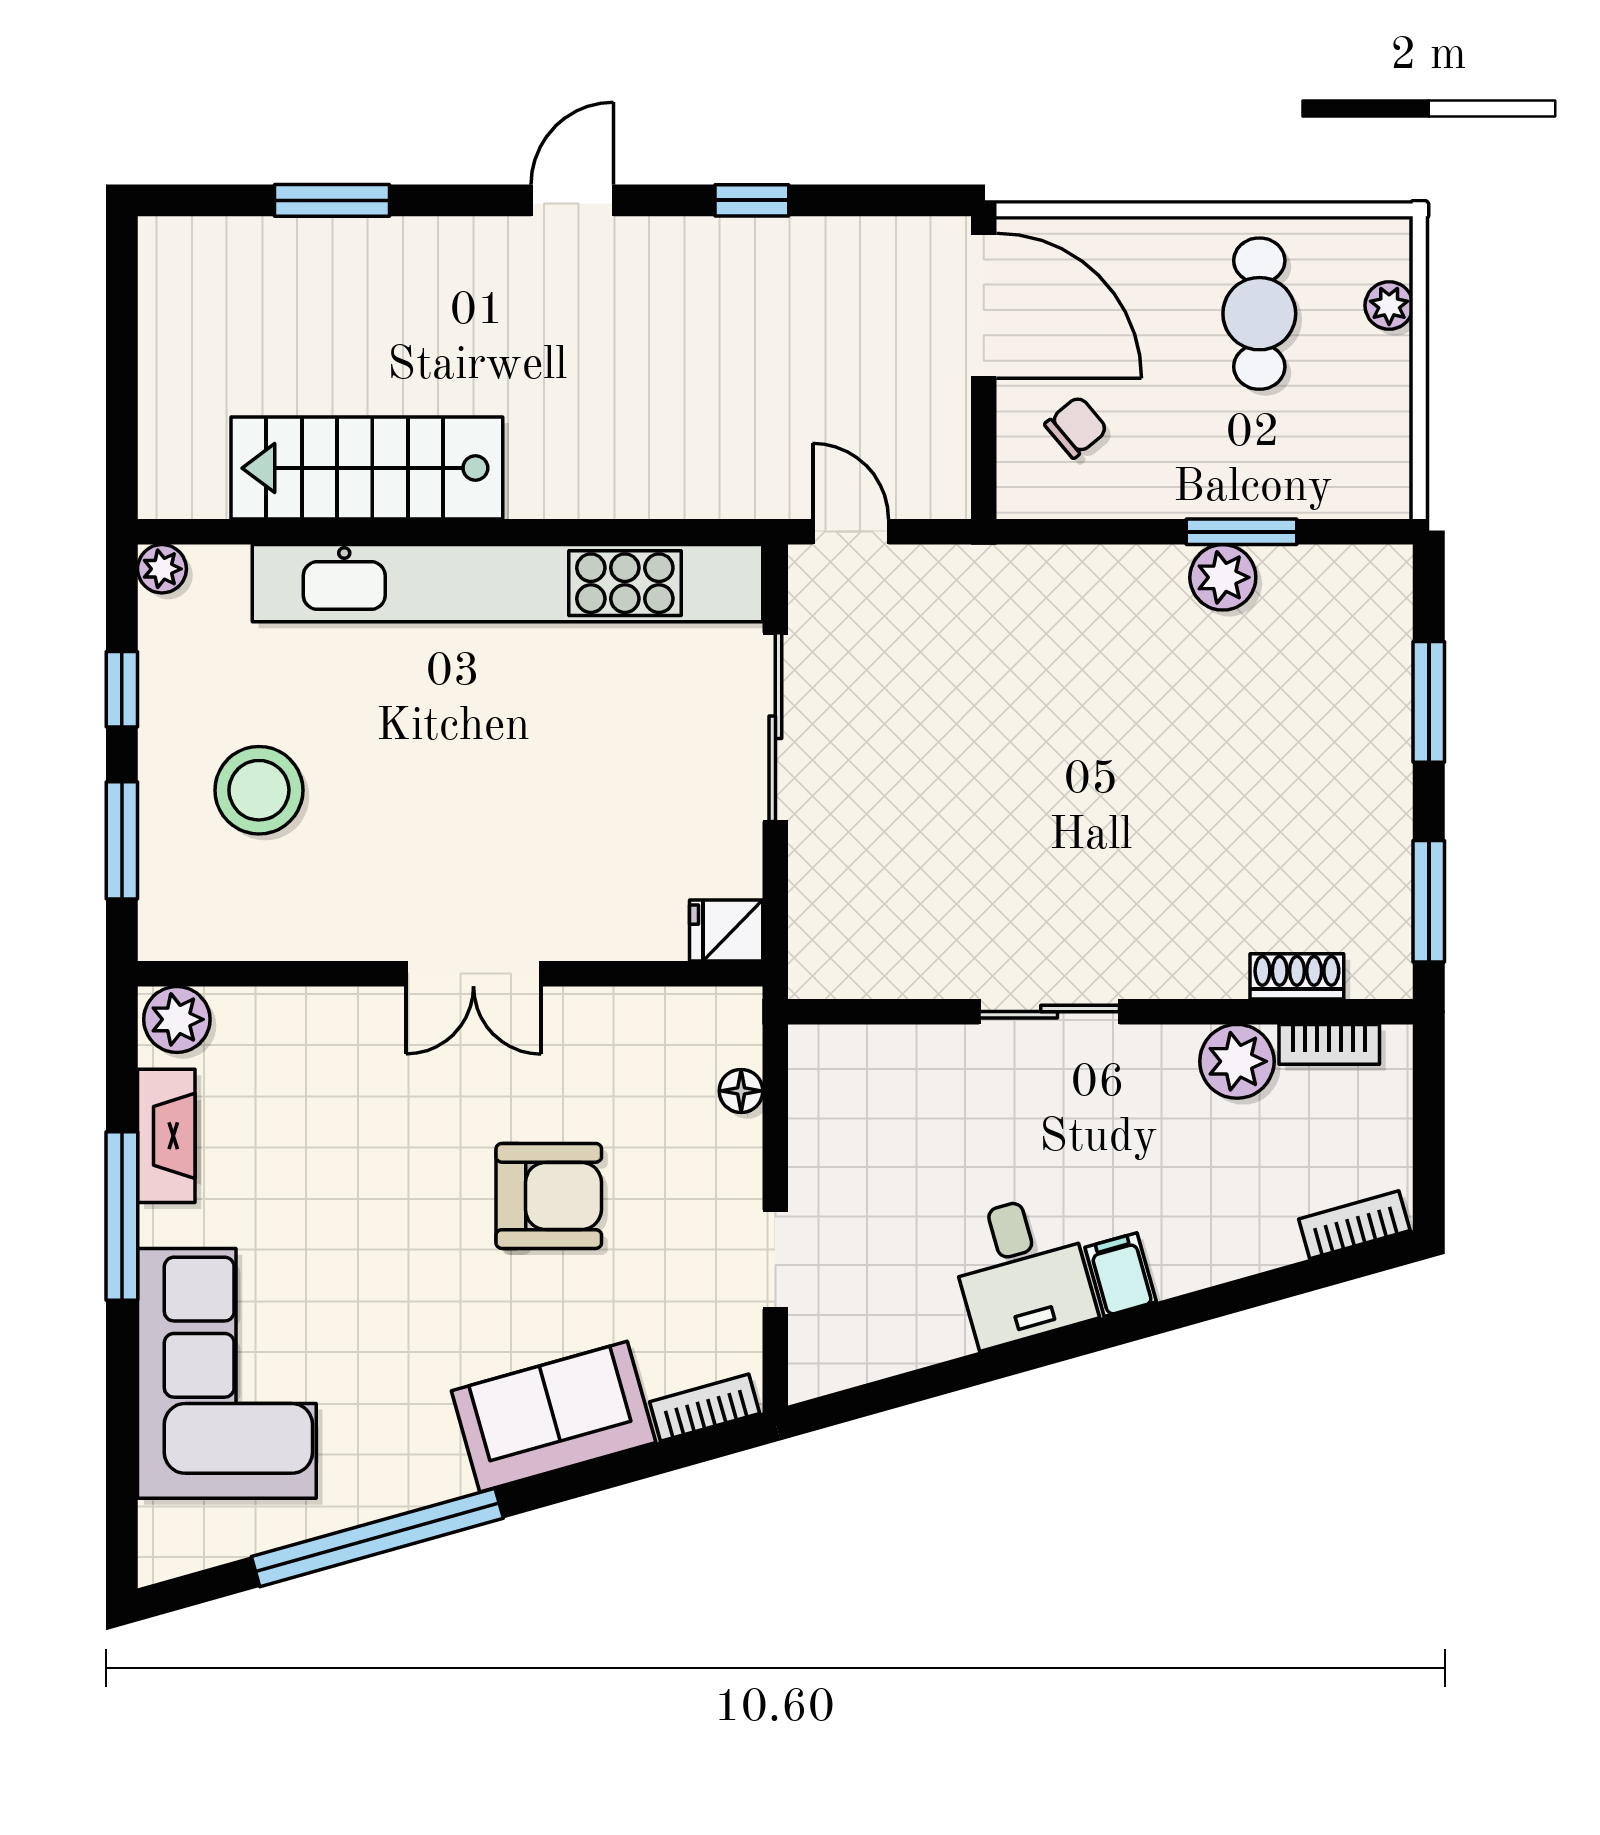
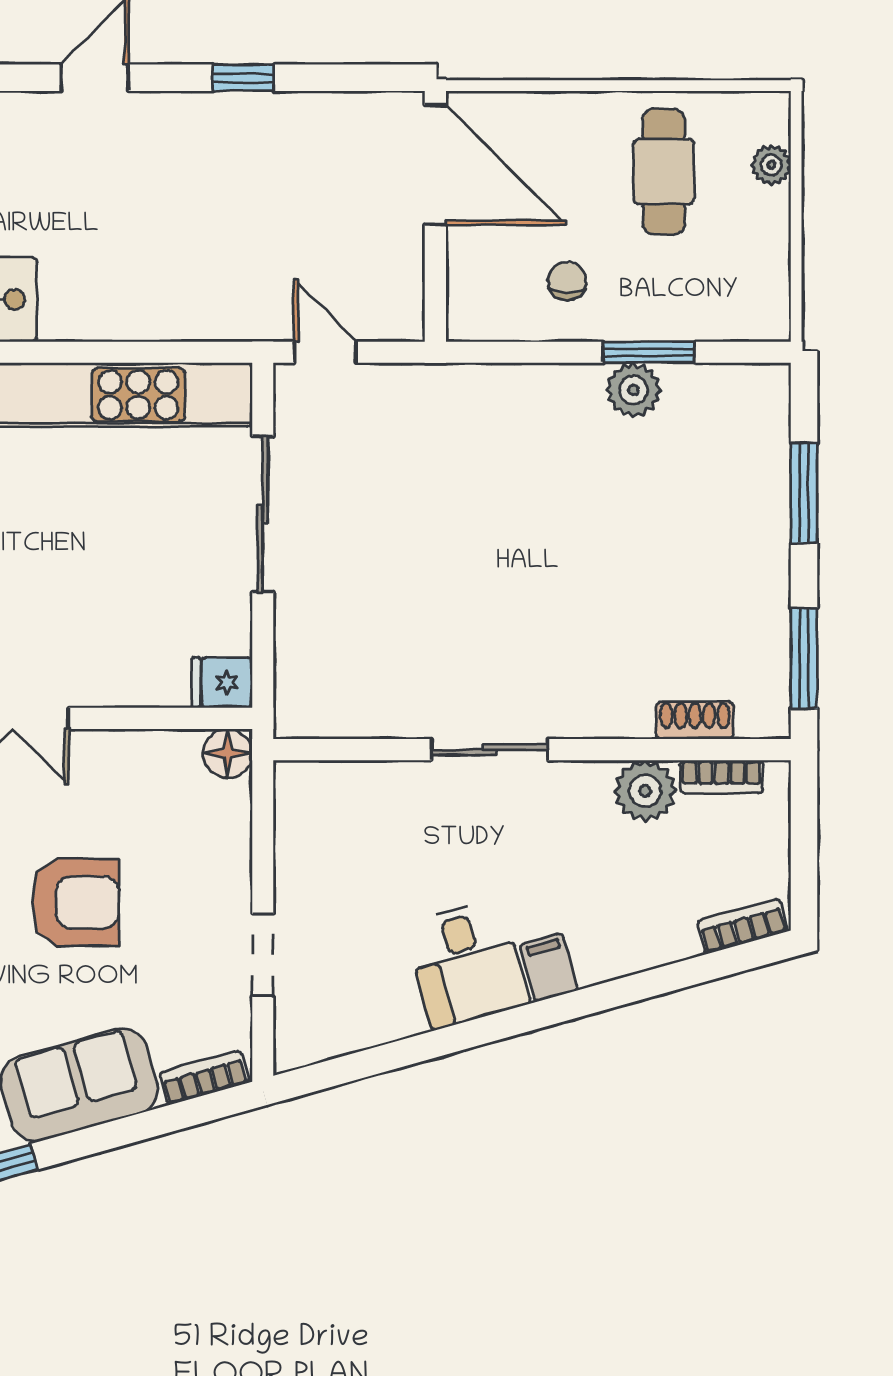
chair: (1076, 427) -> (567, 281), moved, turned -50
floor lamp: (741, 1091) -> (228, 753), moved, width x1.37, depth x1.37

